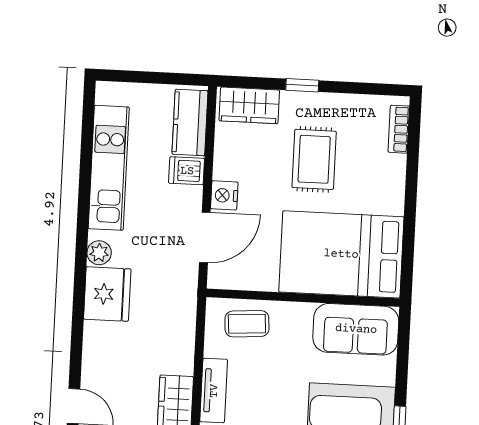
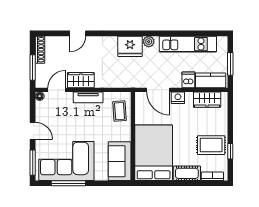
window: (157, 78) -> (230, 64), added
window: (302, 85) -> (230, 151), moved
wardrobe: (249, 105) -> (207, 100), moved, turned -90
rug: (314, 159) -> (211, 145), moved
cot: (390, 184) -> (187, 173), added

